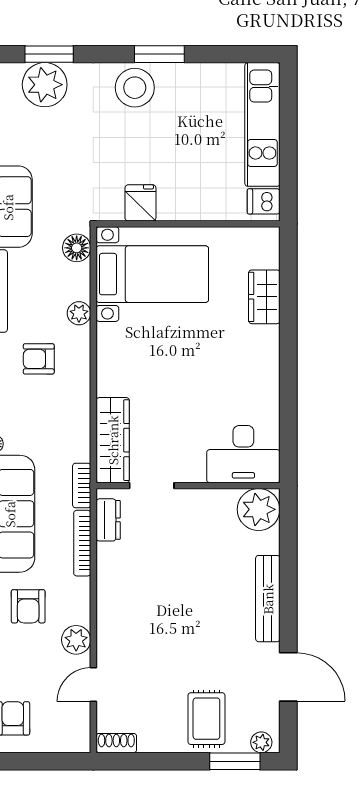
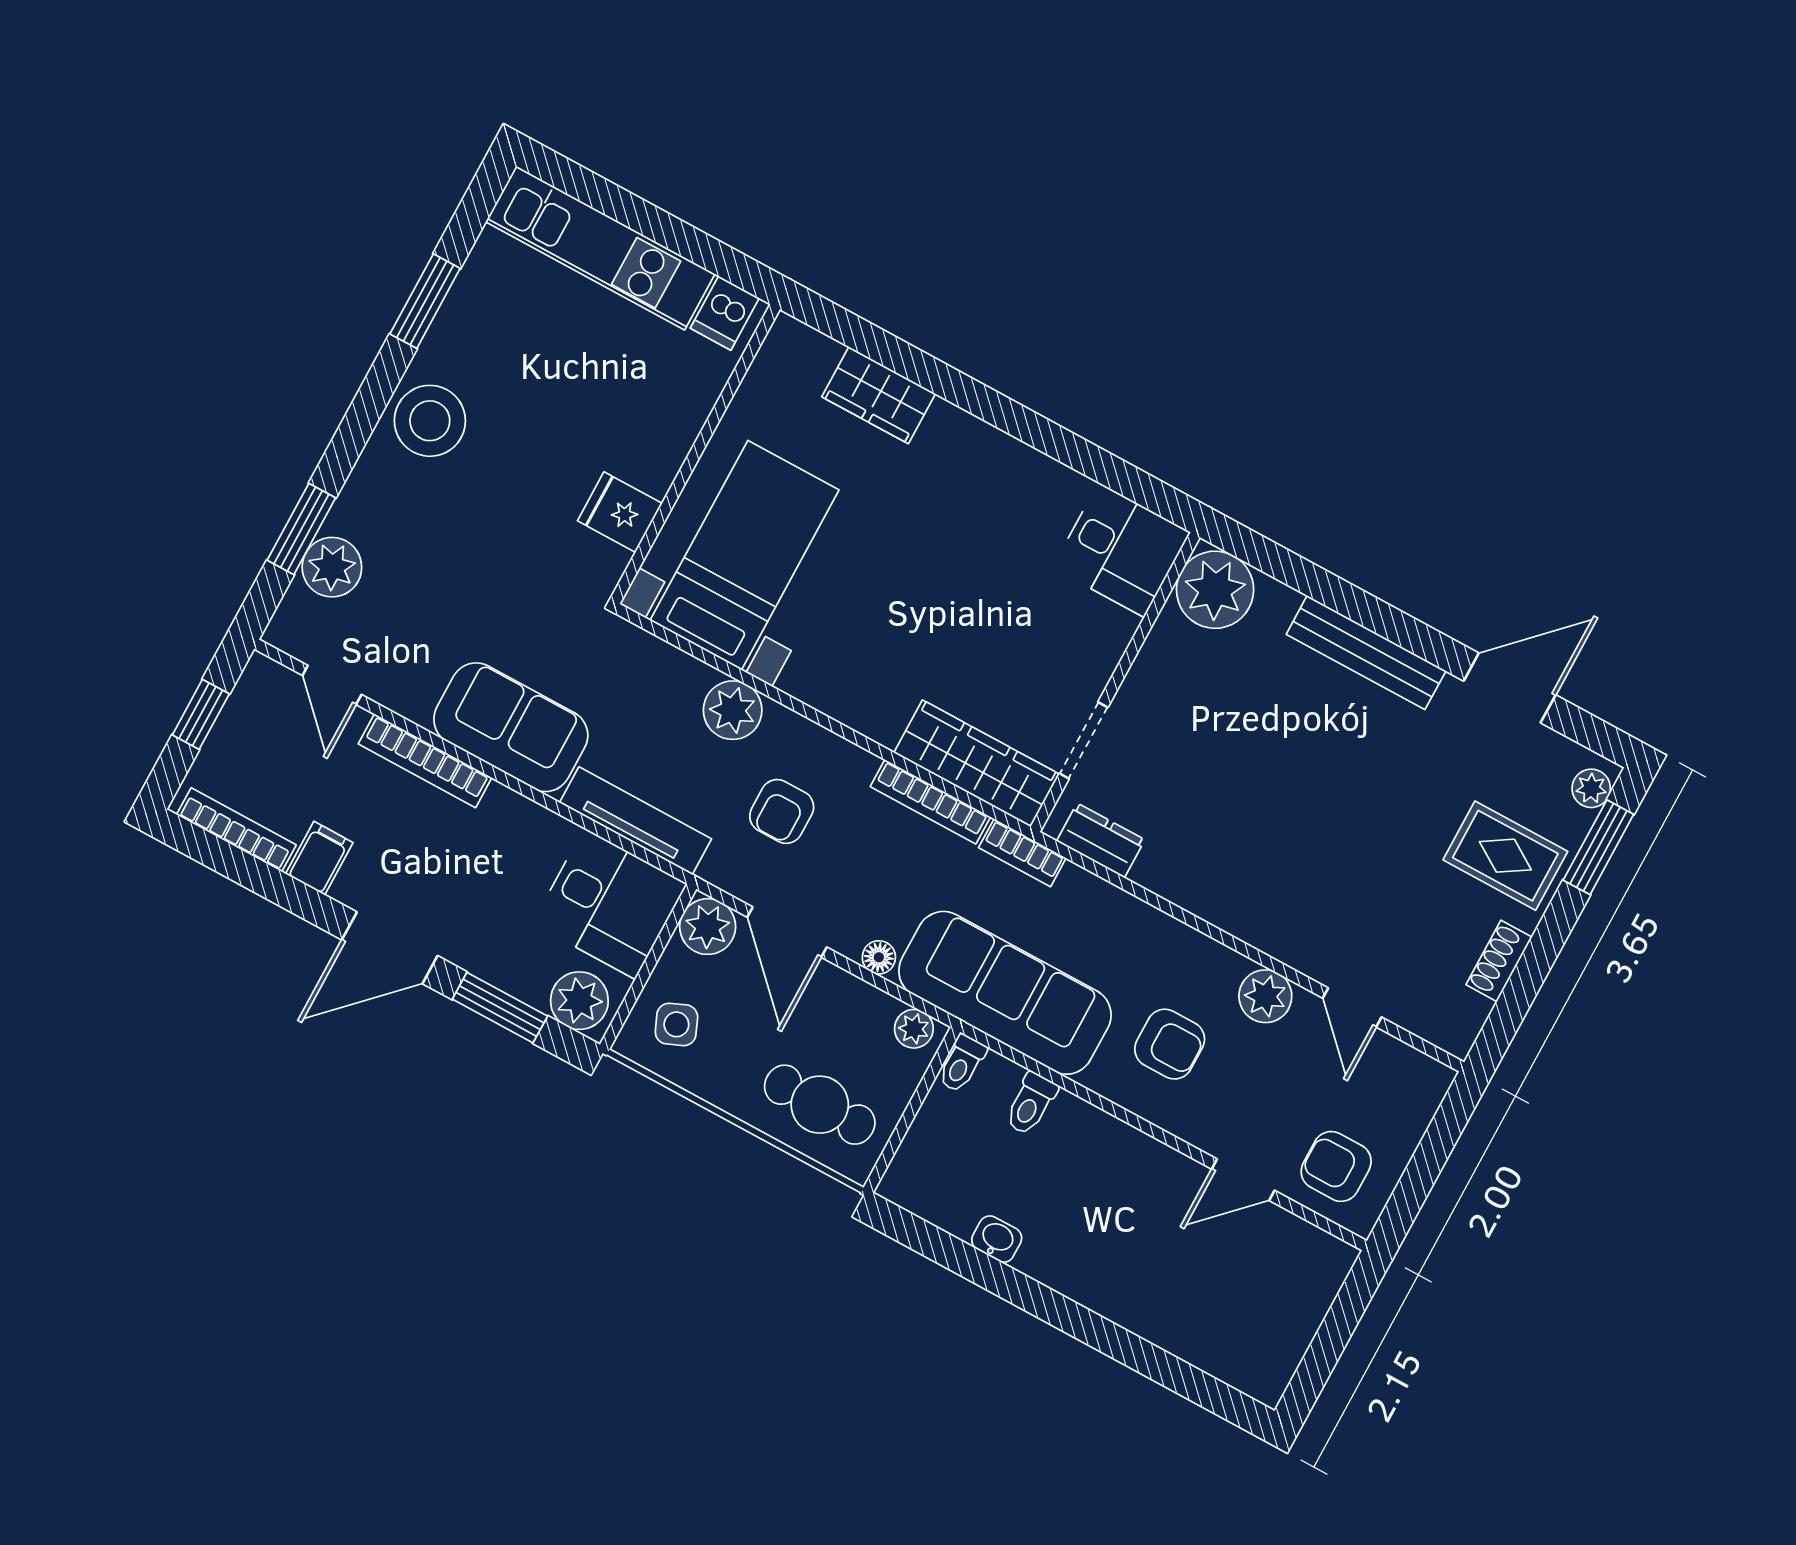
window: (159, 54) -> (425, 301), moved
plant: (45, 85) -> (332, 567), width x0.73, depth x0.73
floor lamp: (77, 248) -> (636, 654), removed
plant: (79, 313) -> (733, 710), width x1.38, depth x1.38
desk: (243, 454) -> (1122, 550), width x0.73
bookcase: (82, 543) -> (930, 802), moved
shoe rack: (116, 743) -> (1499, 961), moved

